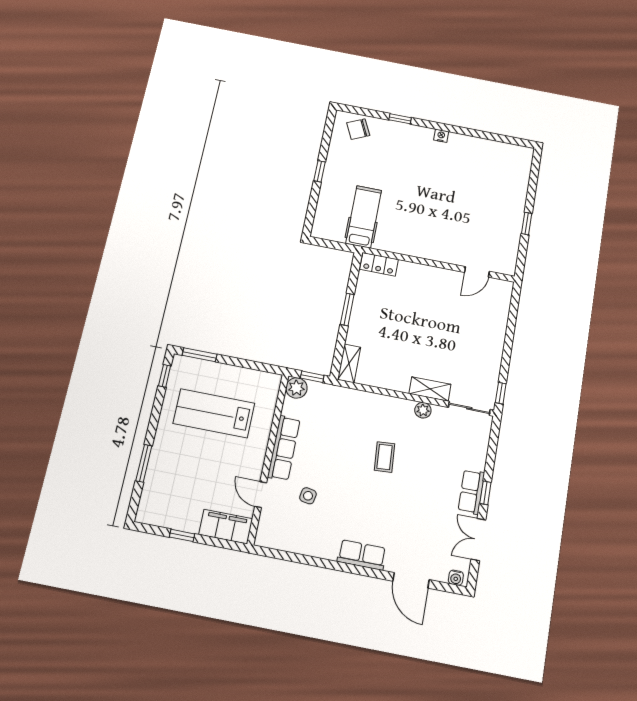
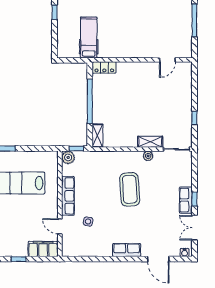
window: (527, 224) -> (194, 20), width x2.17
window: (347, 309) -> (90, 101), width x2.11
window: (501, 393) -> (194, 118), moved
coffee table: (385, 457) -> (130, 189), width x1.86, depth x1.72

